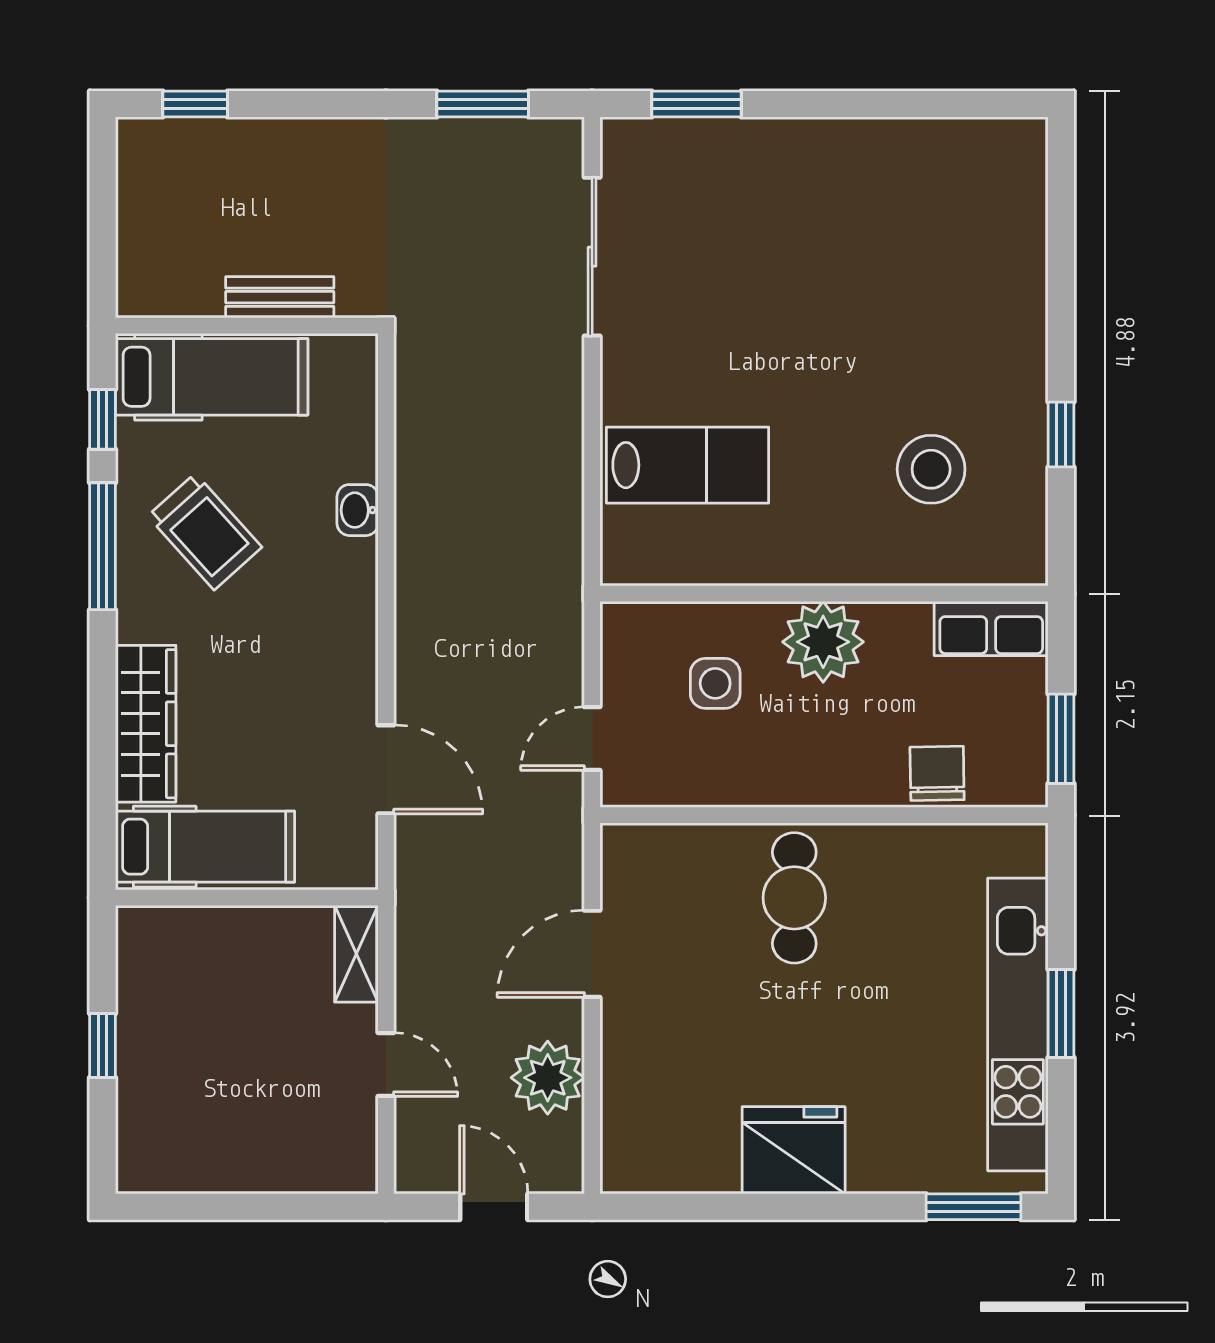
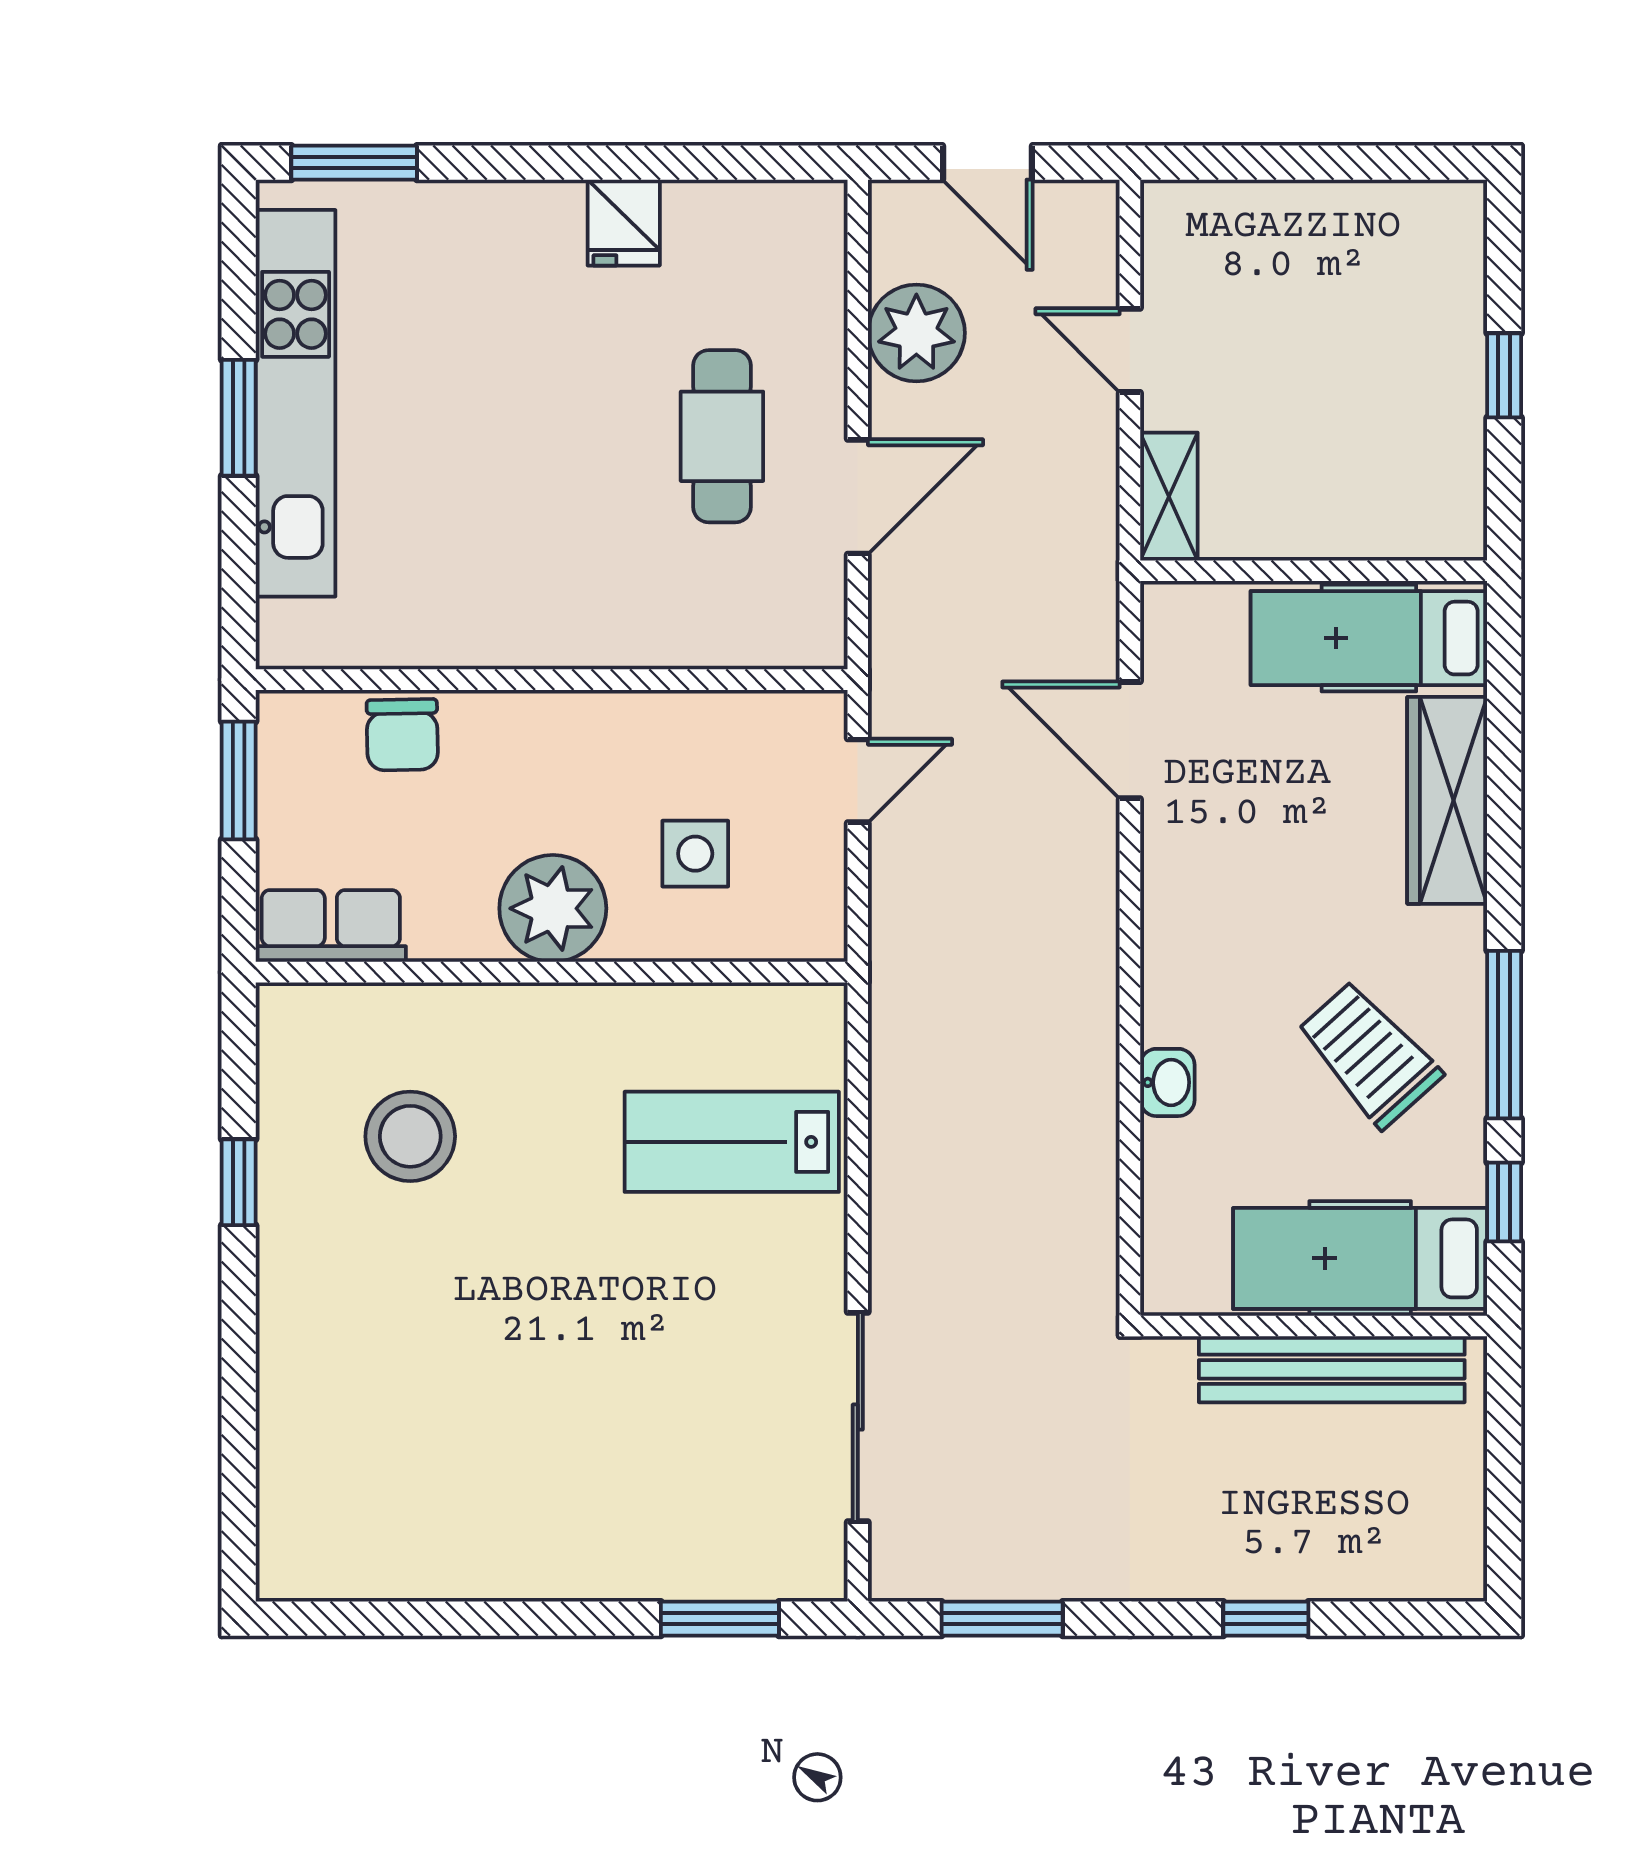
window: (195, 104) -> (1266, 1619), moved
bench: (280, 297) -> (1332, 1369), width x1.86, depth x1.21
cafe table: (794, 898) -> (722, 436), moved
fridge: (794, 1150) -> (624, 223), width x0.53, depth x0.75

